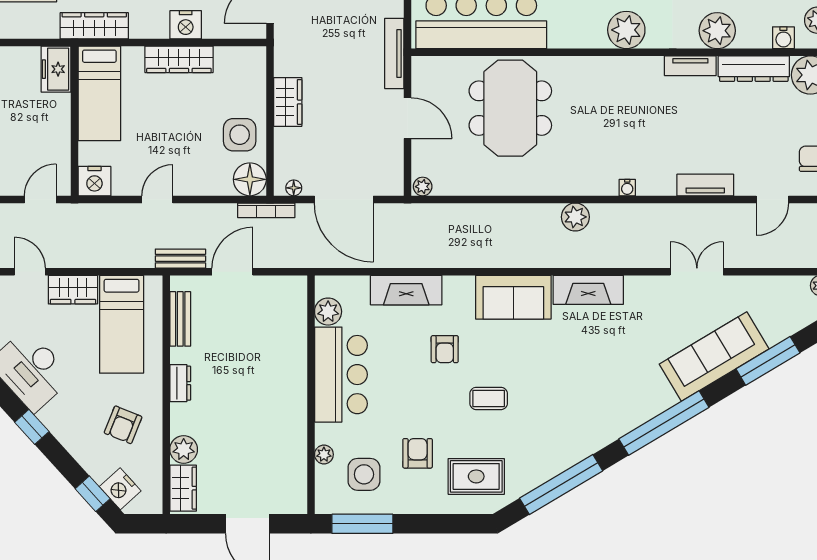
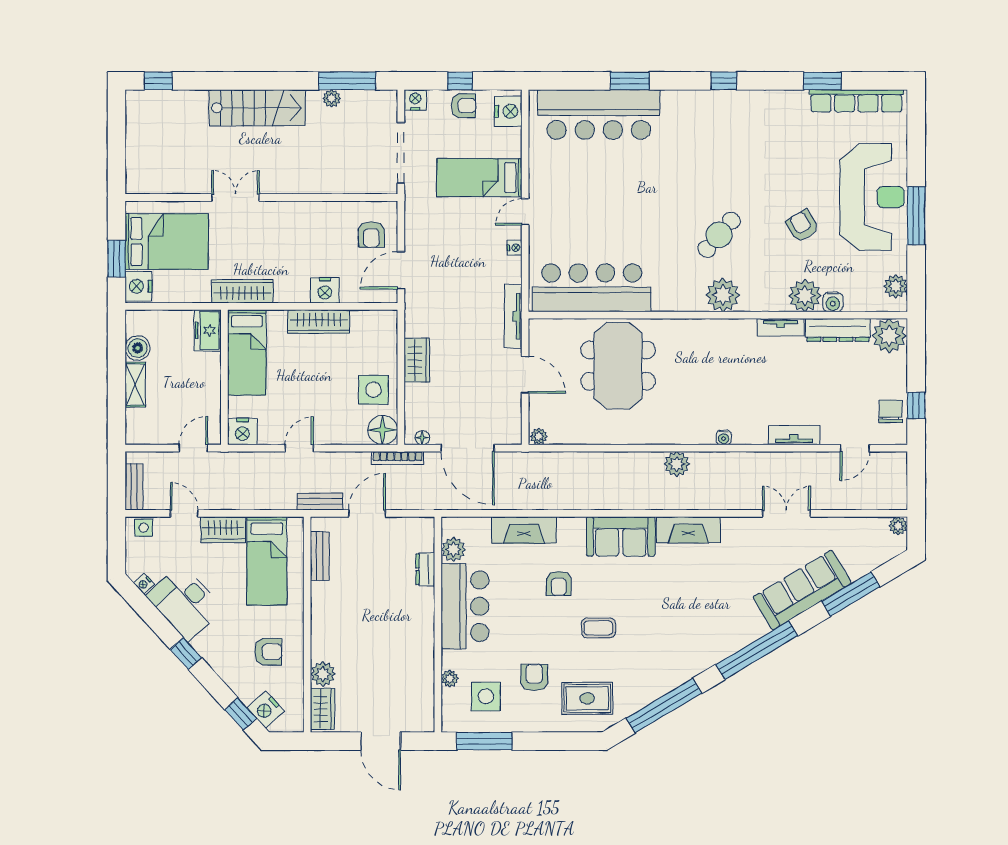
water cooler: (783, 38) -> (833, 302), moved
dresser: (180, 383) -> (425, 569), moved, turned 180
armchair: (123, 425) -> (268, 652), turned -112

